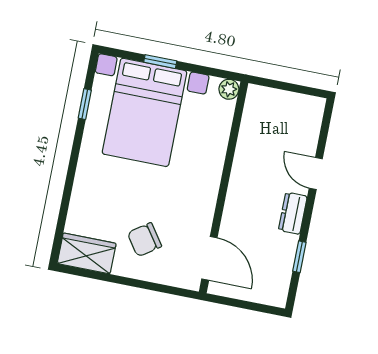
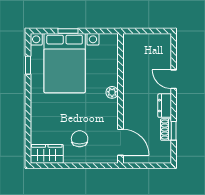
plant: (229, 89) -> (112, 92), moved
chair: (144, 240) -> (80, 139), turned 125
shoe rack: (287, 253) -> (166, 130), added

